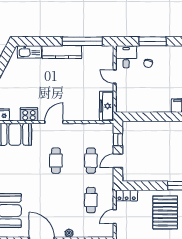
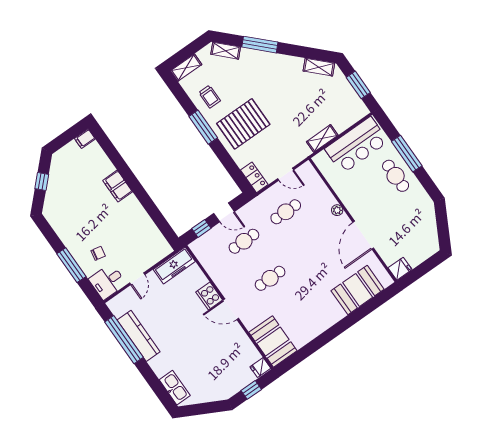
kitchen counter: (62, 52) -> (139, 336), moved
cooker: (29, 114) -> (209, 296), moved

